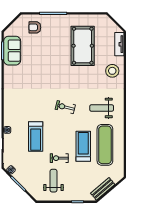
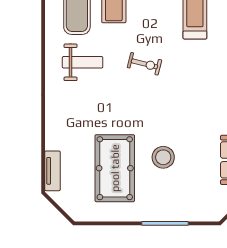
armchair: (35, 27) -> (196, 200), removed
stool: (112, 71) -> (163, 157), moved

